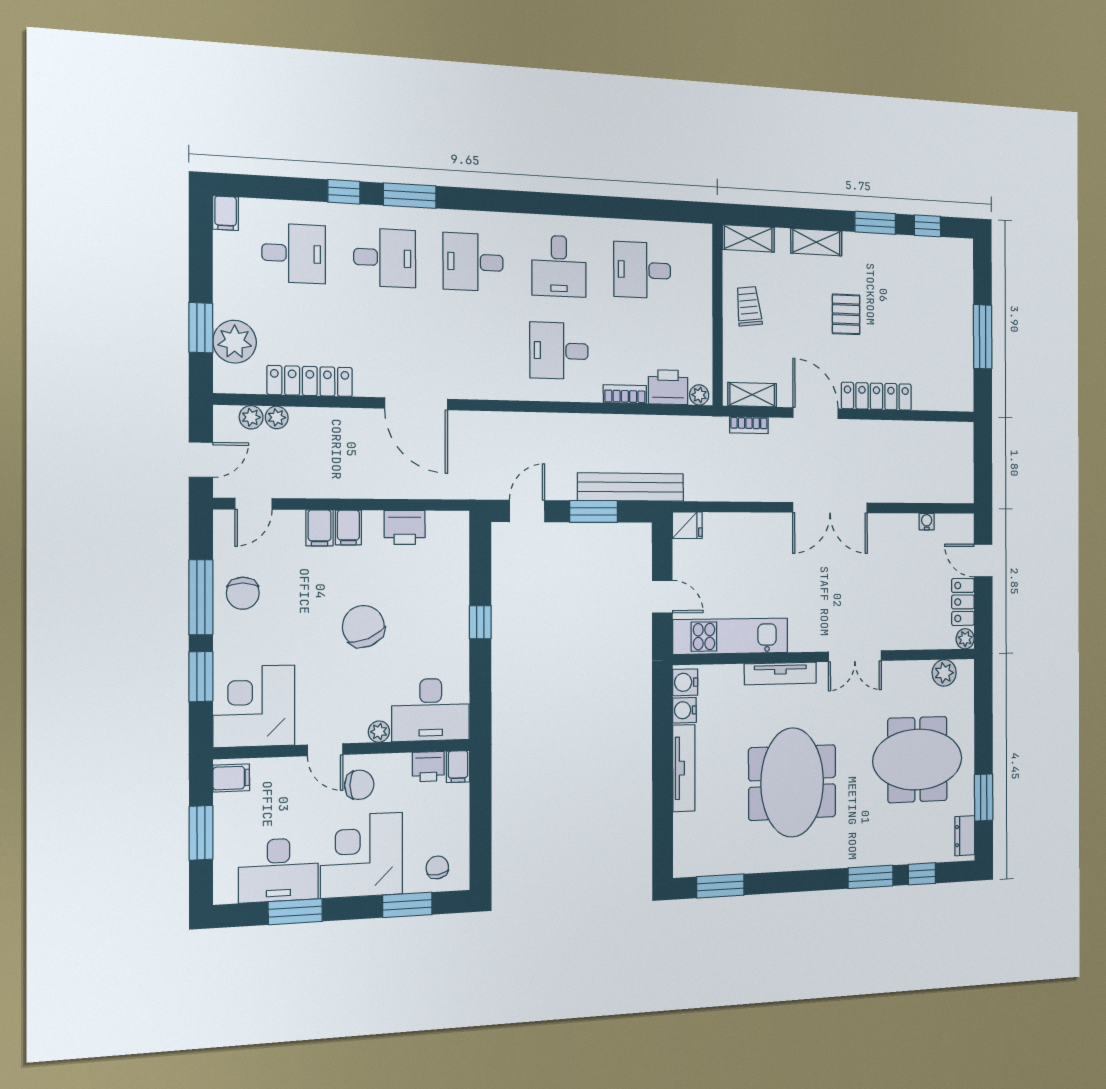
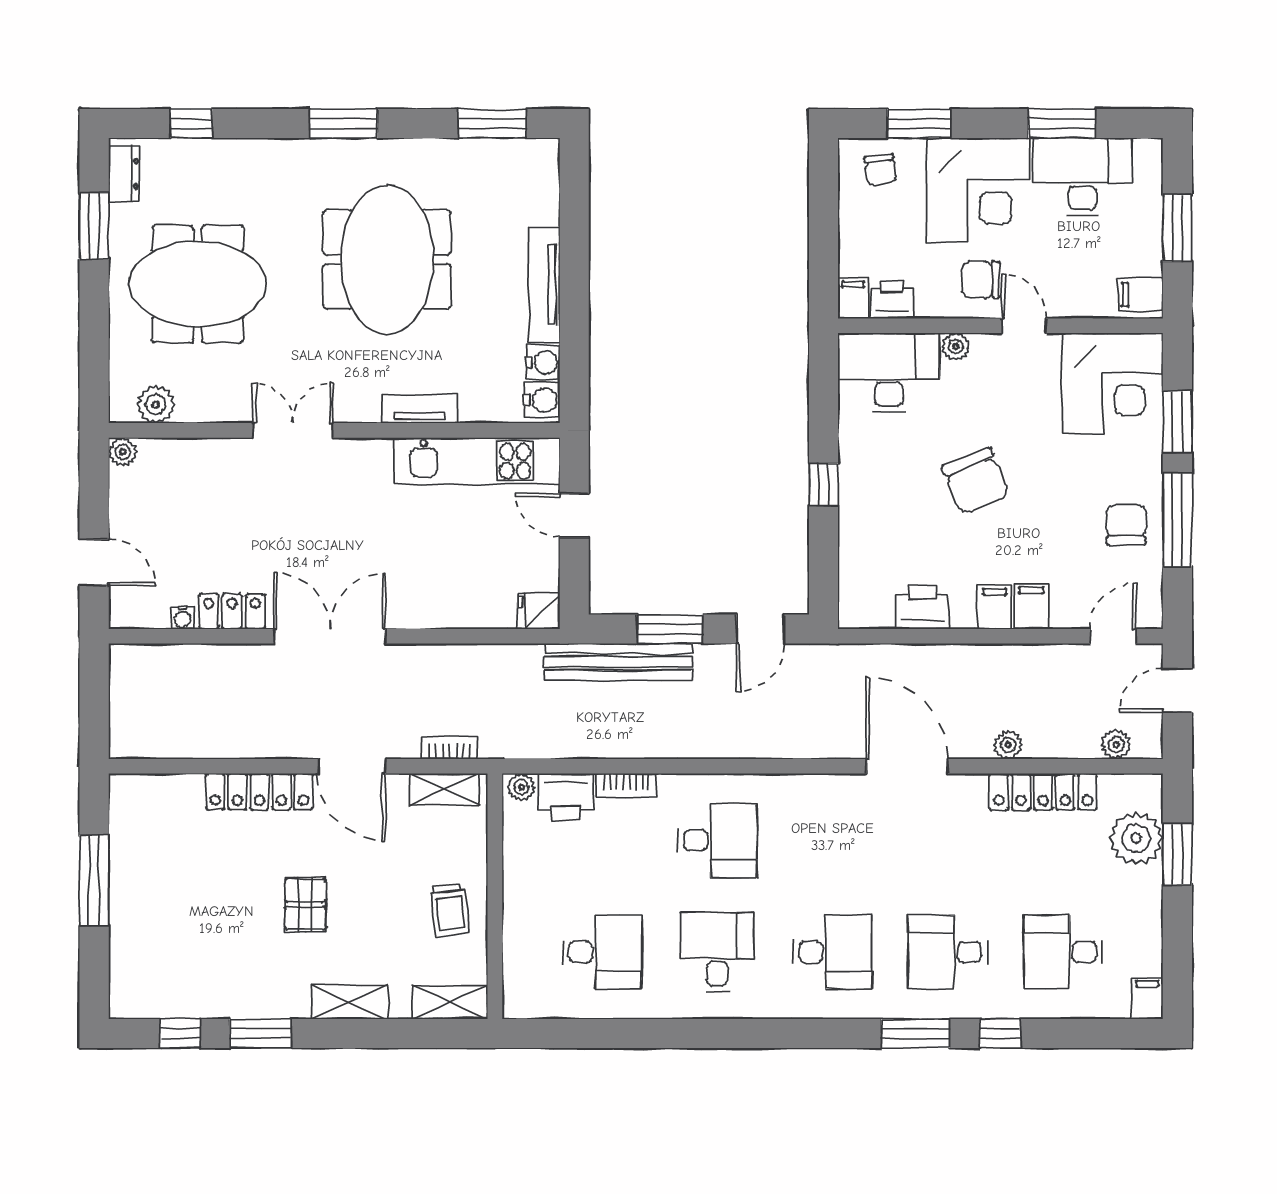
plant: (277, 417) -> (1008, 745), moved
locker: (963, 602) -> (232, 611), moved, turned -90
tv unit: (780, 673) -> (420, 409), width x0.71
window: (871, 877) -> (343, 124), moved

